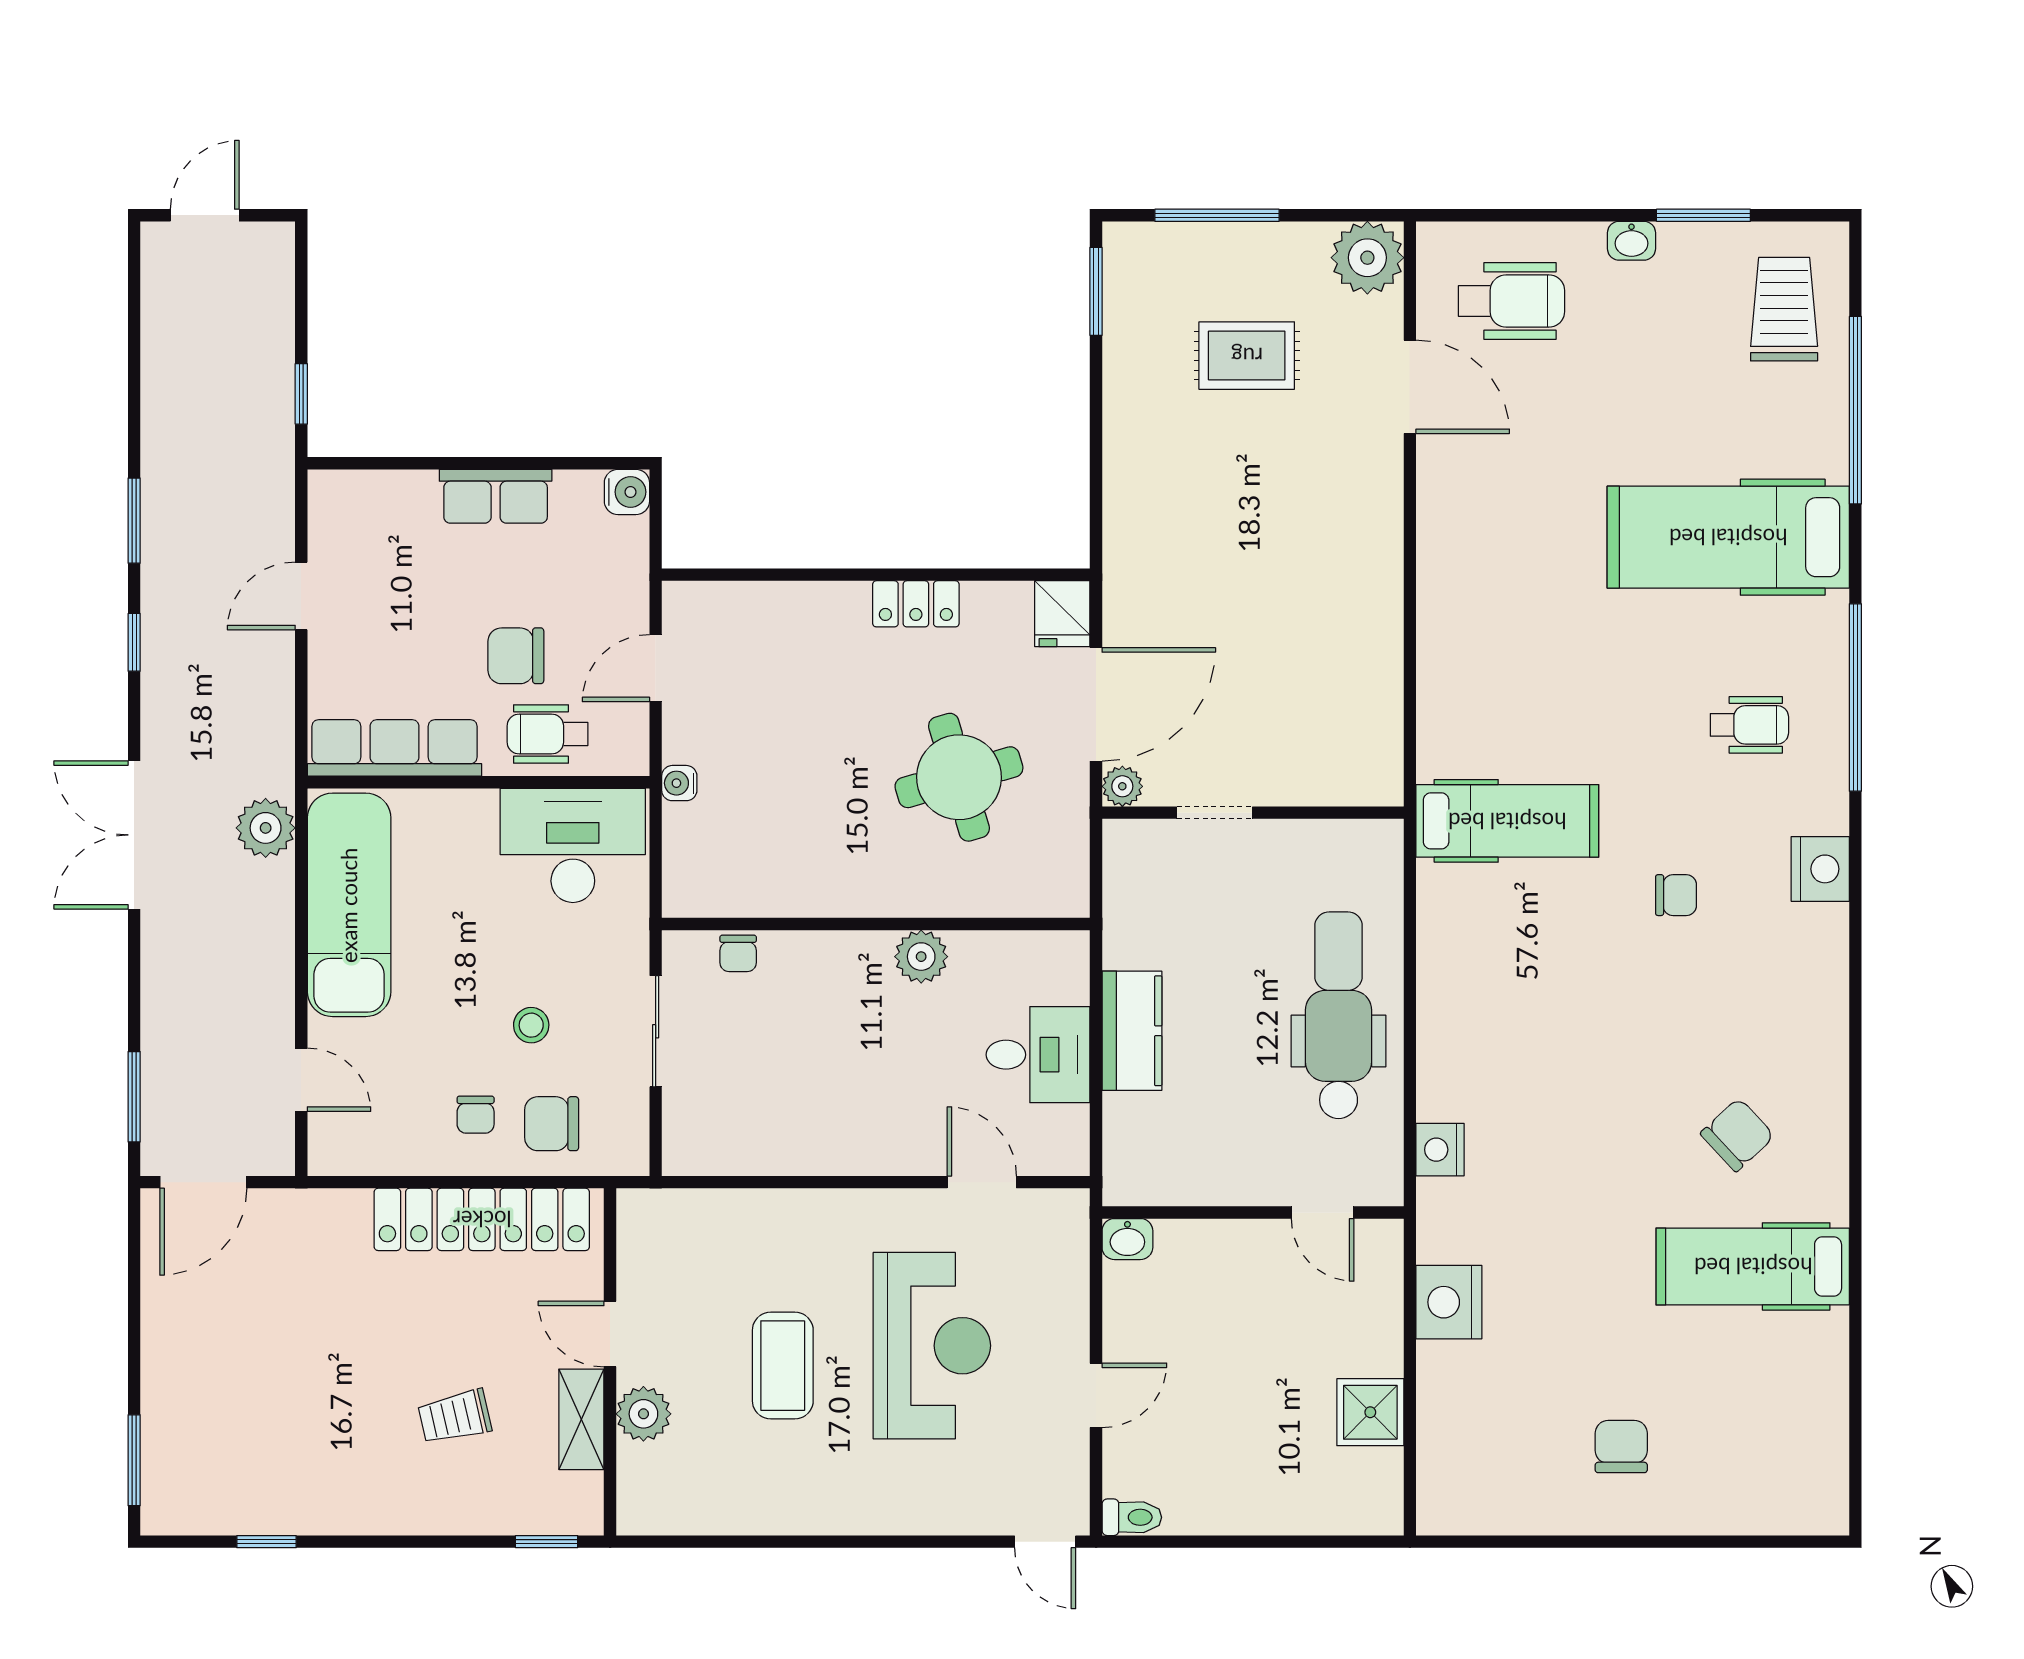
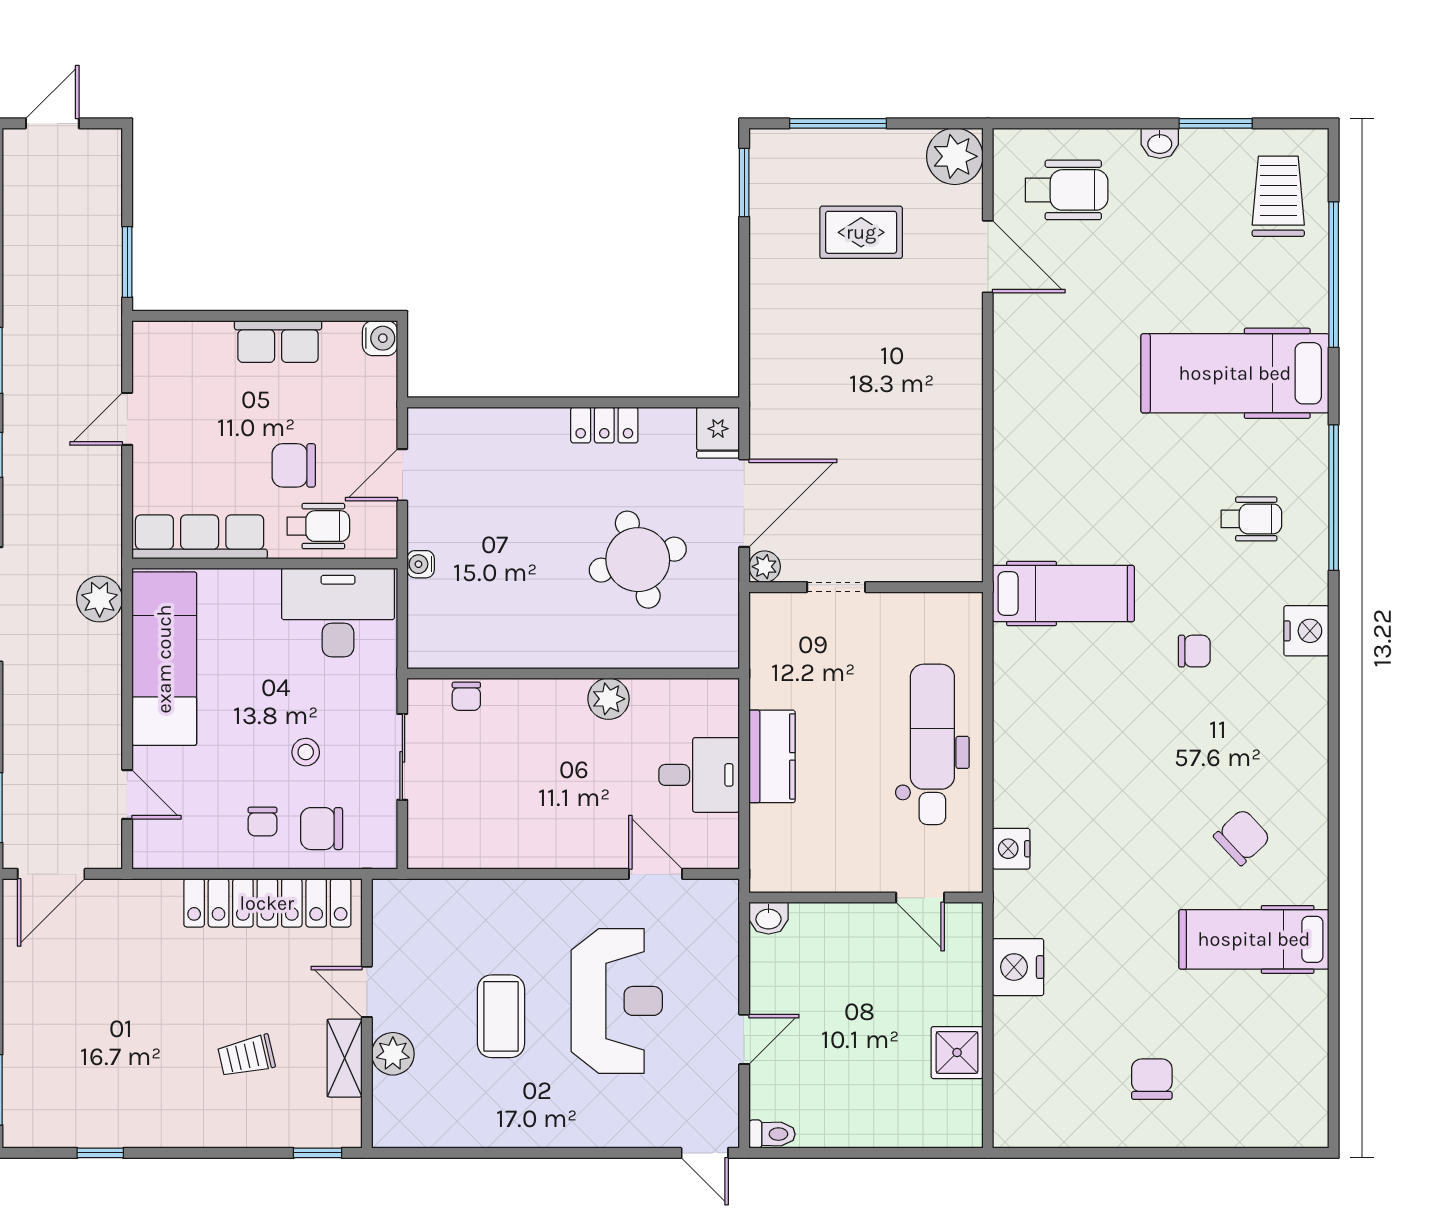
window: (301, 394) -> (127, 262), width x1.50
wheelchair: (547, 734) -> (318, 526), turned 180

